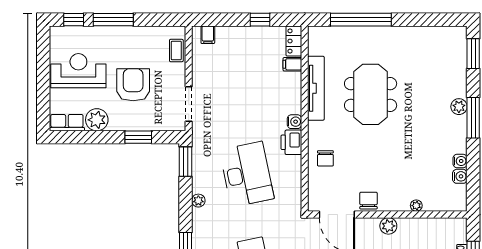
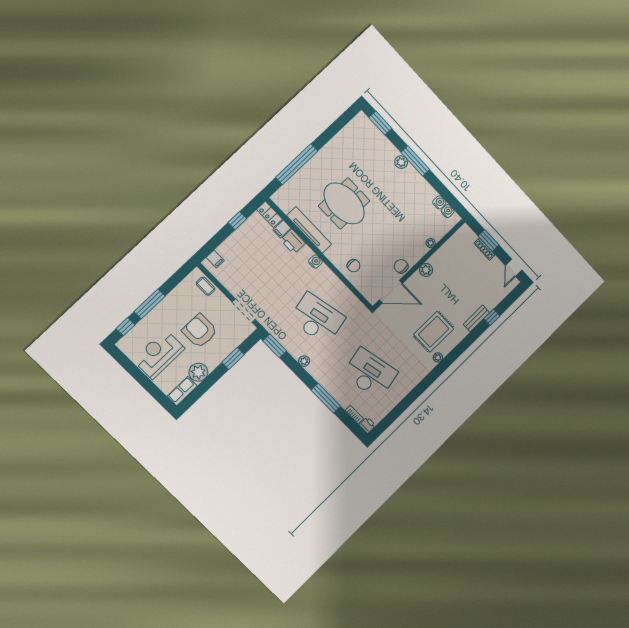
printer: (291, 142) -> (293, 242), moved
water cooler: (460, 161) -> (448, 211), moved

